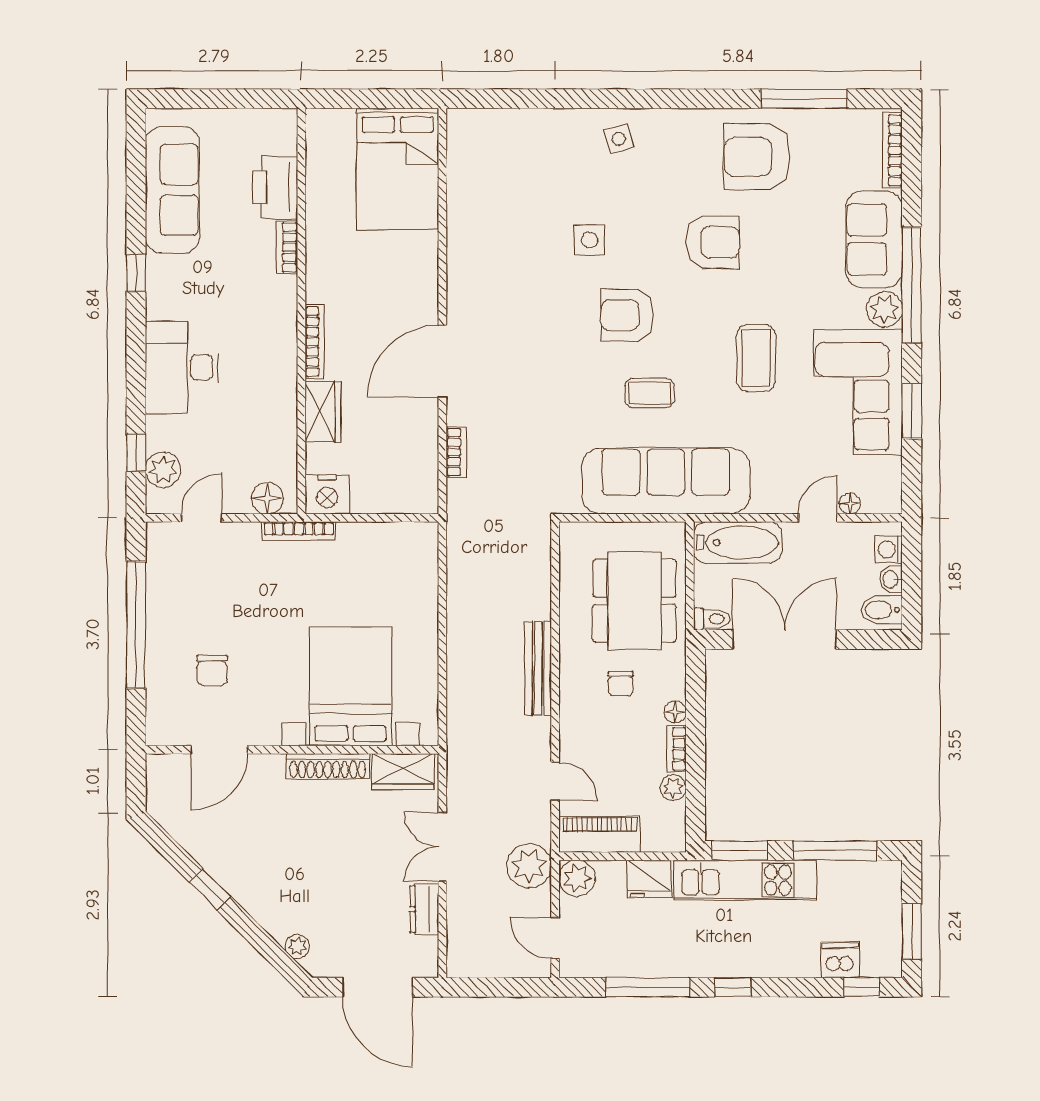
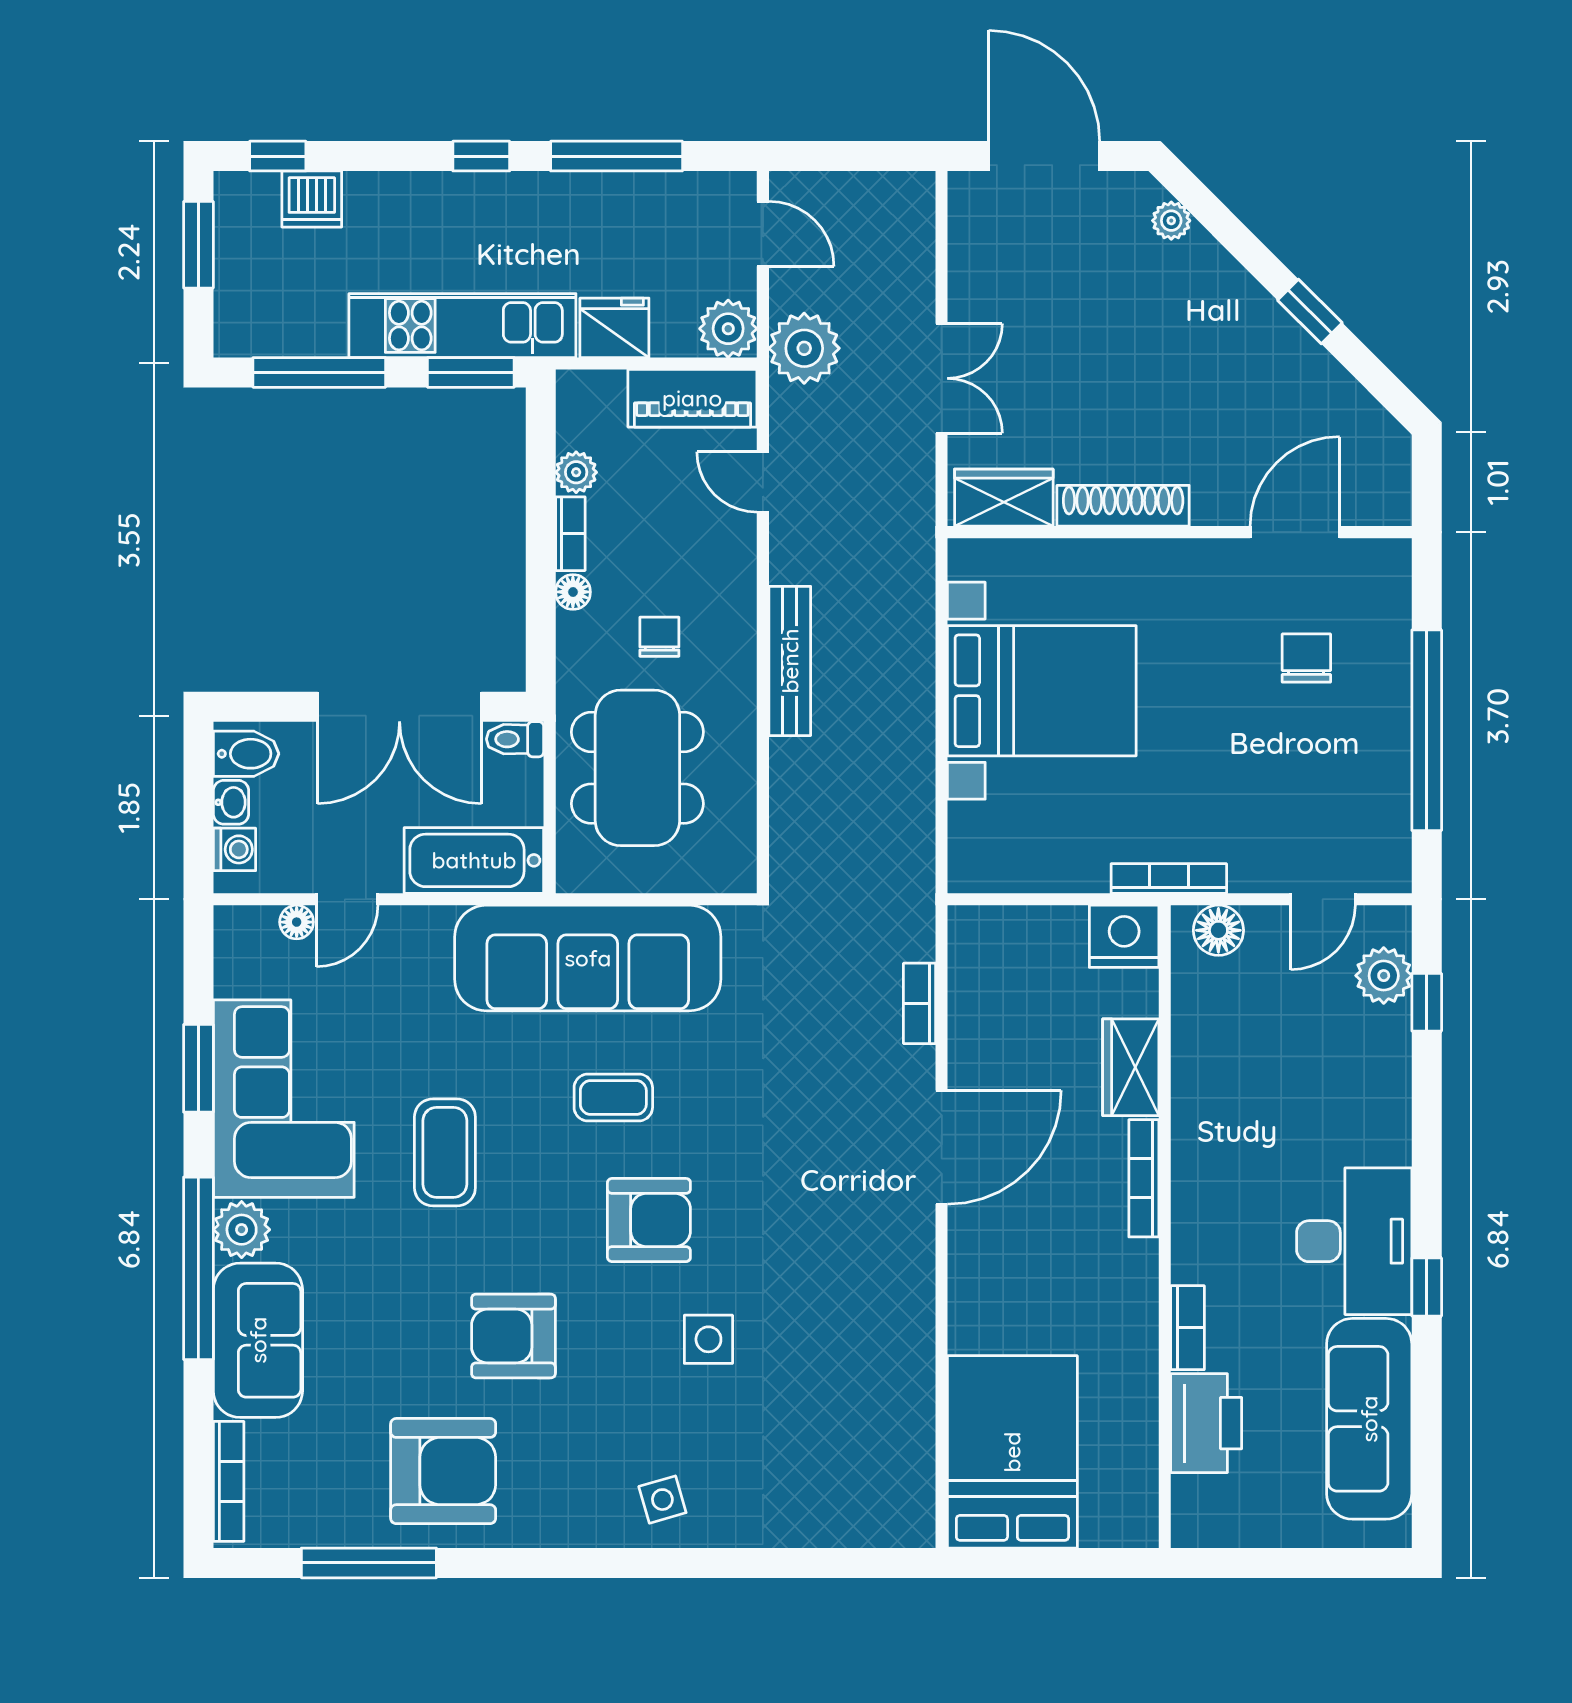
desk: (182, 367) -> (1354, 1241), moved
bed with nightstands: (351, 686) -> (1042, 691), moved, turned -90
dresser: (424, 909) -> (970, 280), removed

